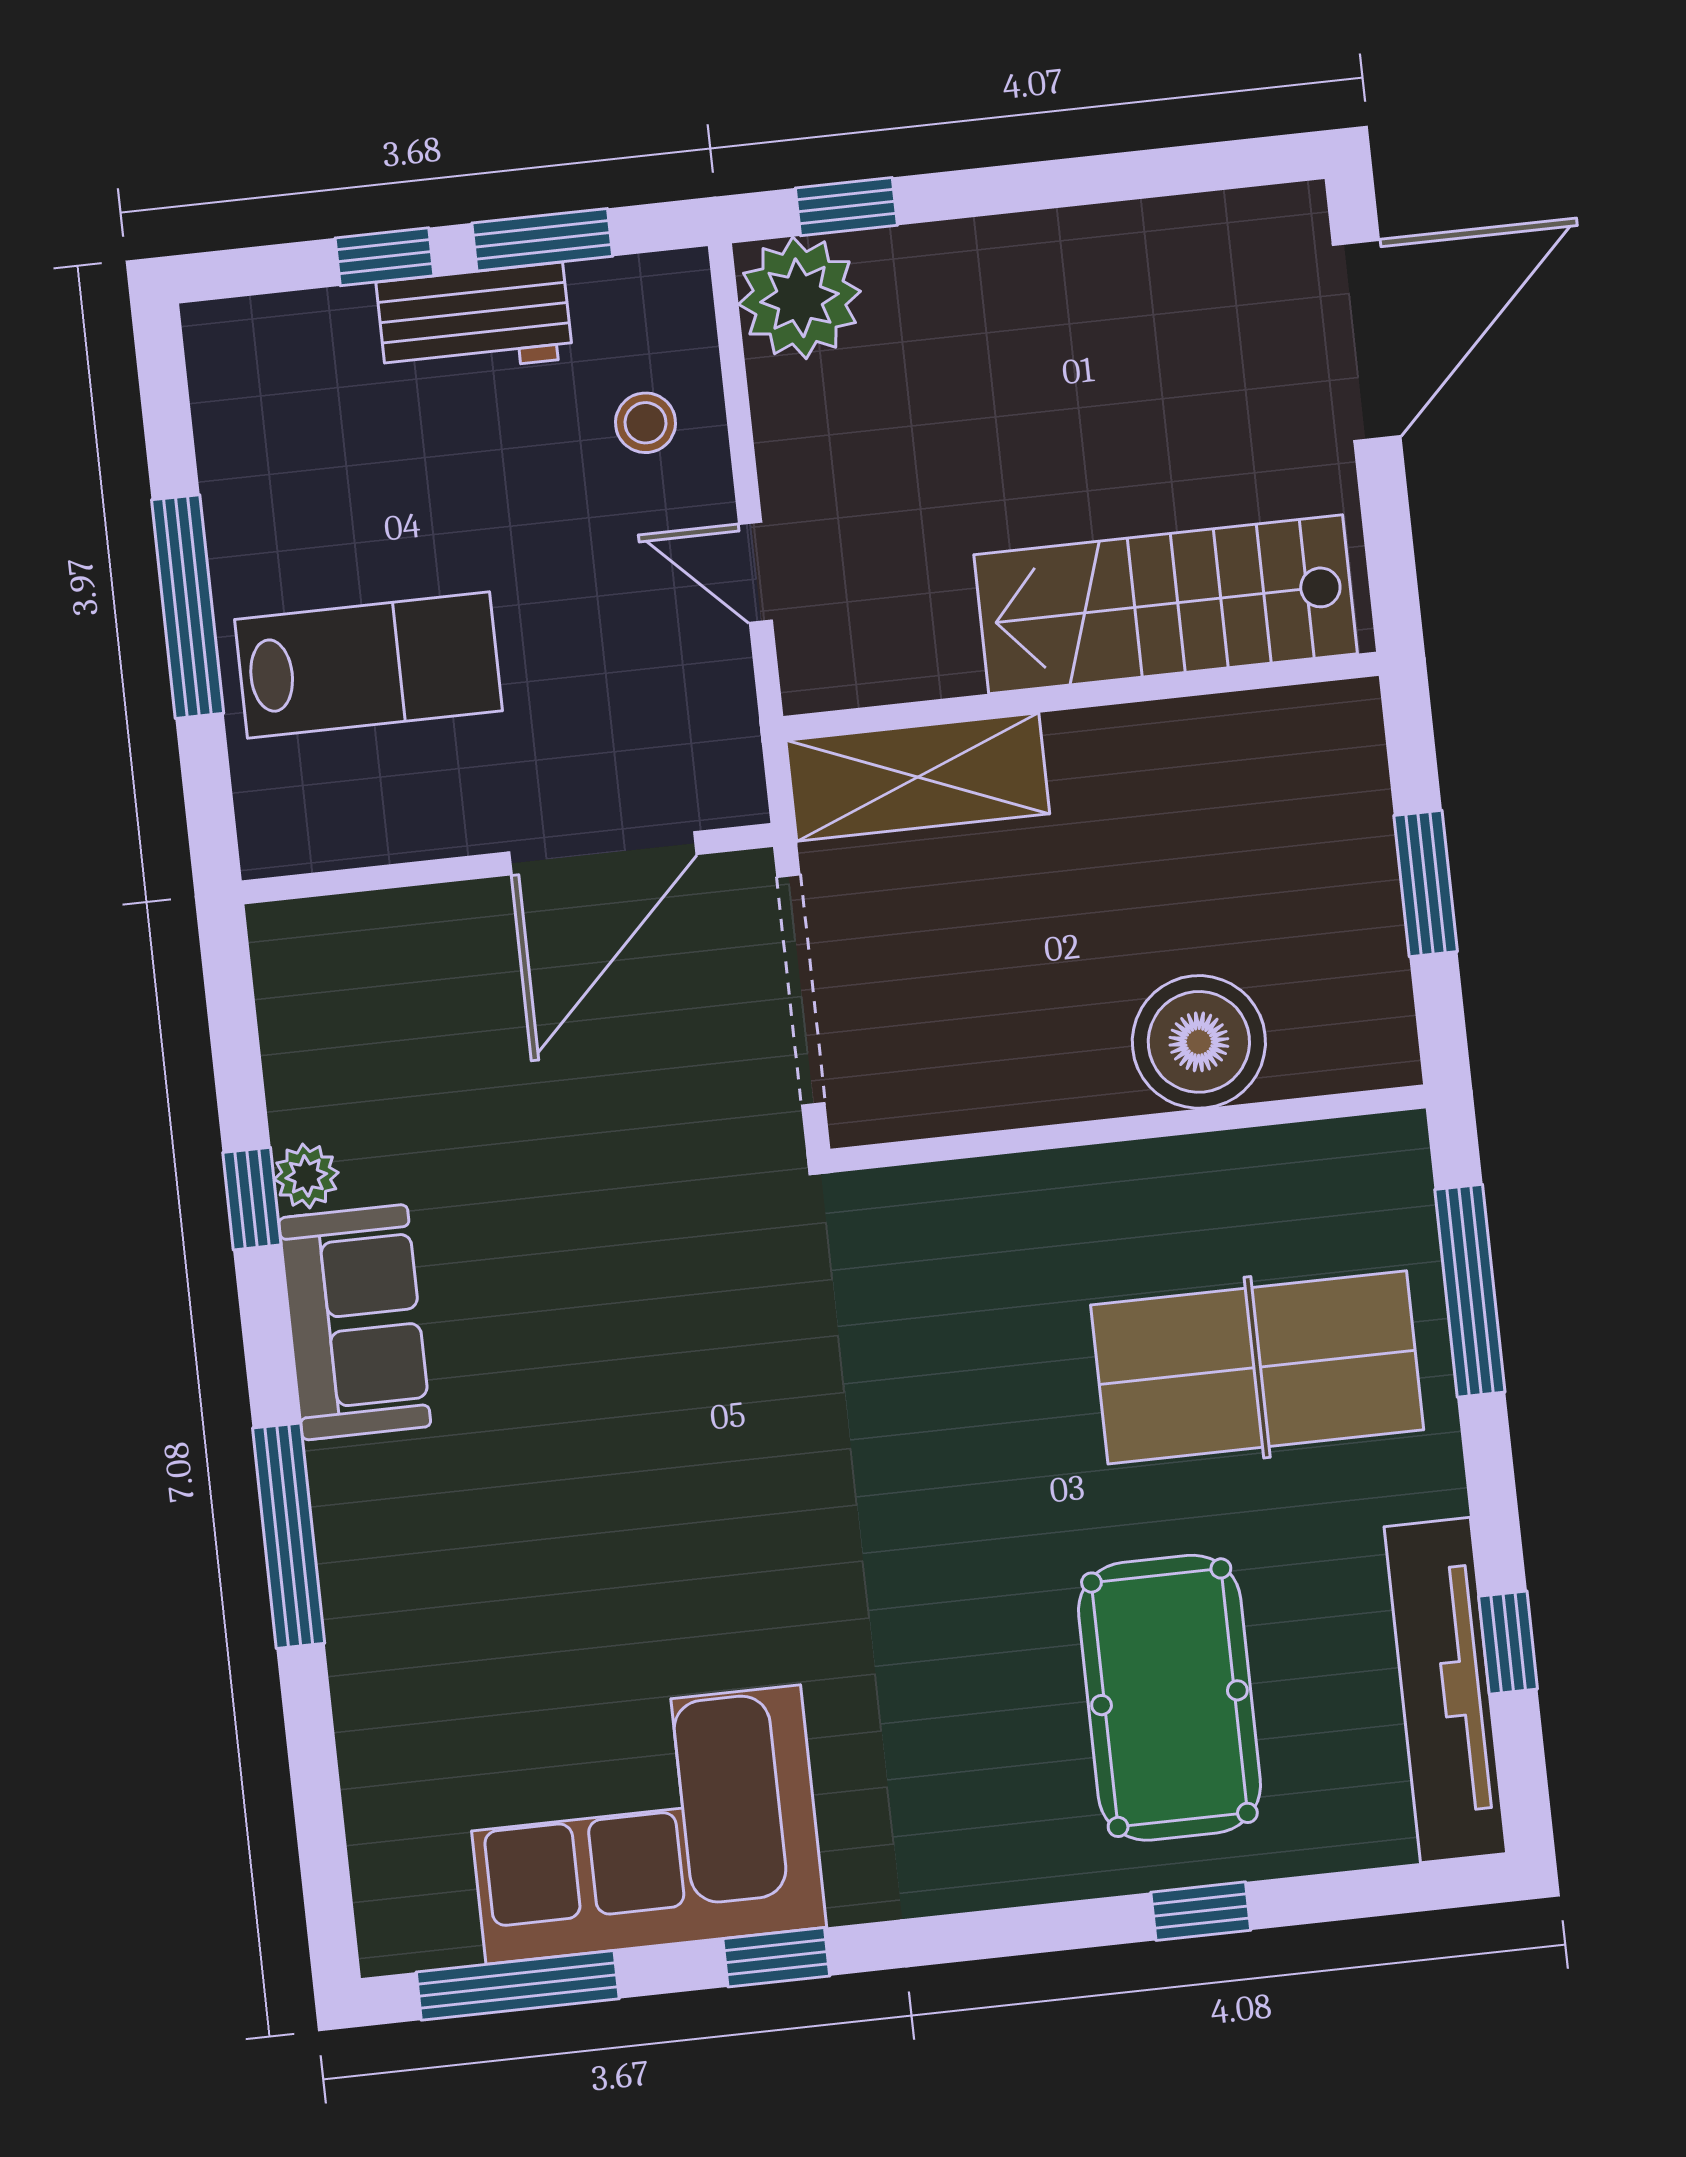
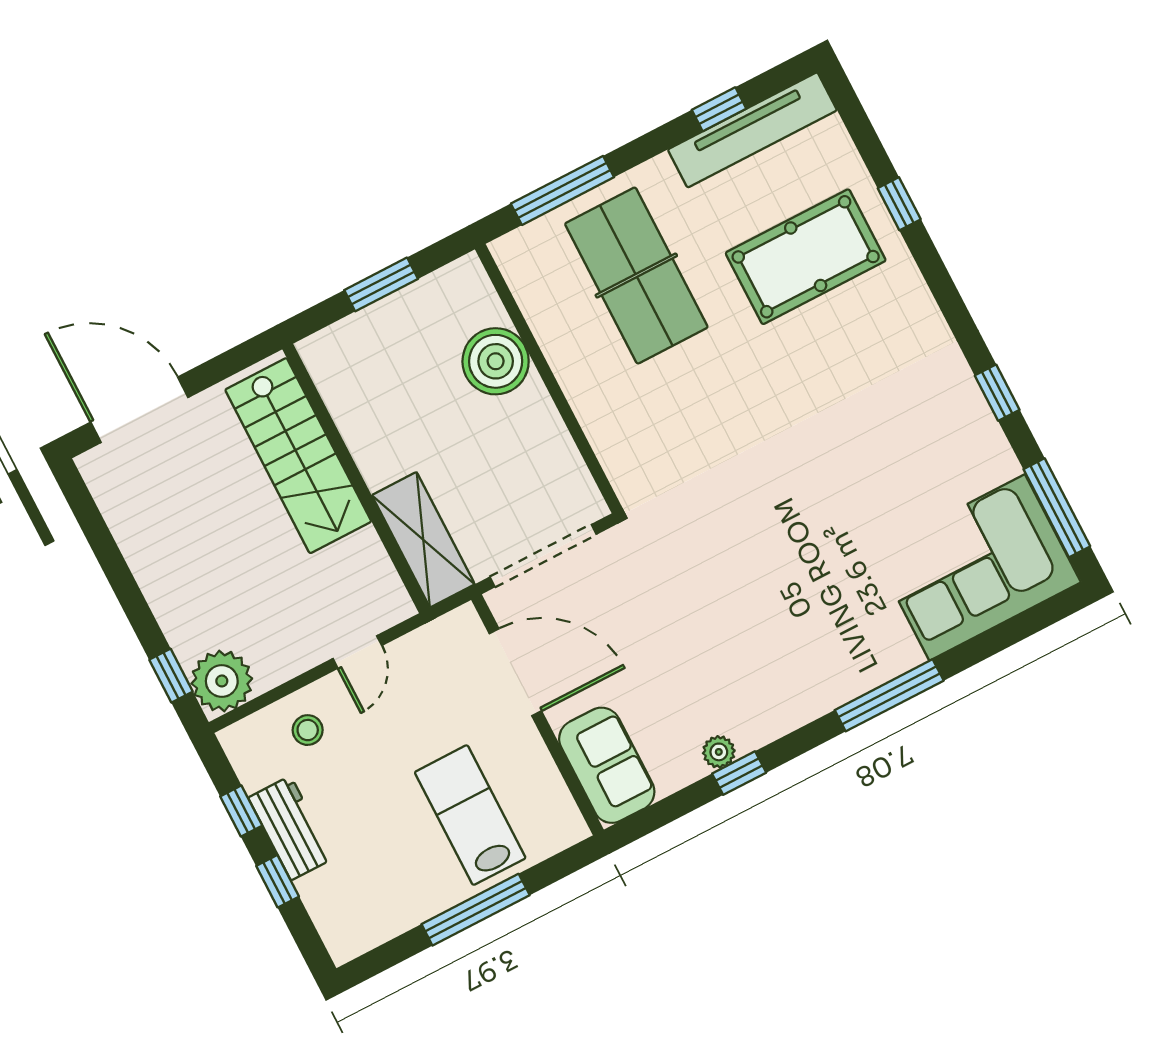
window: (542, 240) -> (241, 811), width x0.67
sofa: (355, 1322) -> (607, 765), moved, turned 90
corner sofa: (643, 1825) -> (977, 567), moved, turned 90

